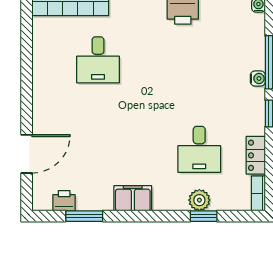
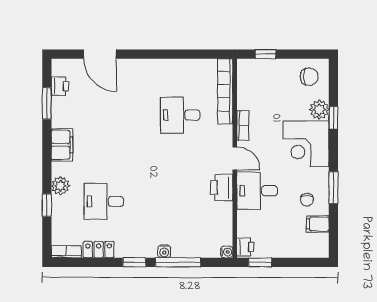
plant: (199, 200) -> (60, 186), moved

